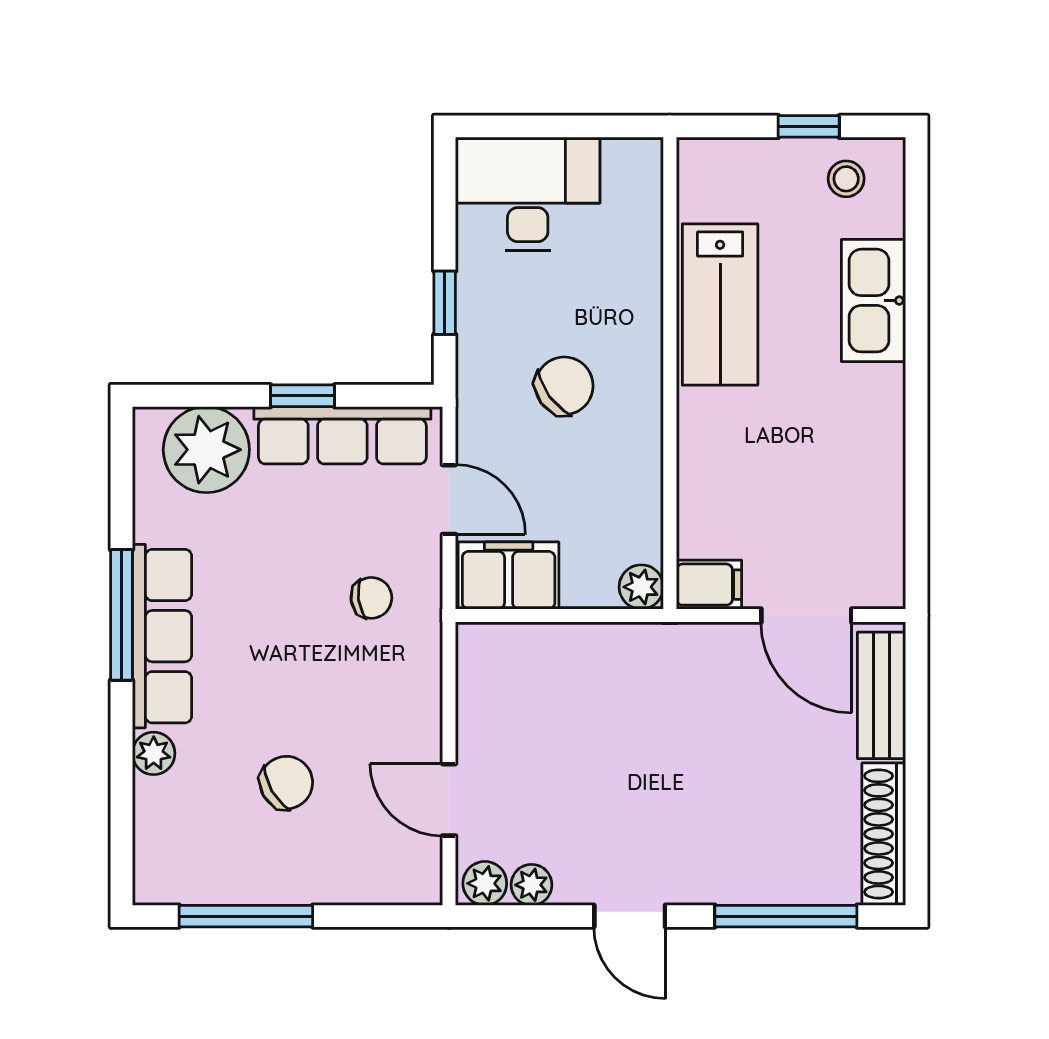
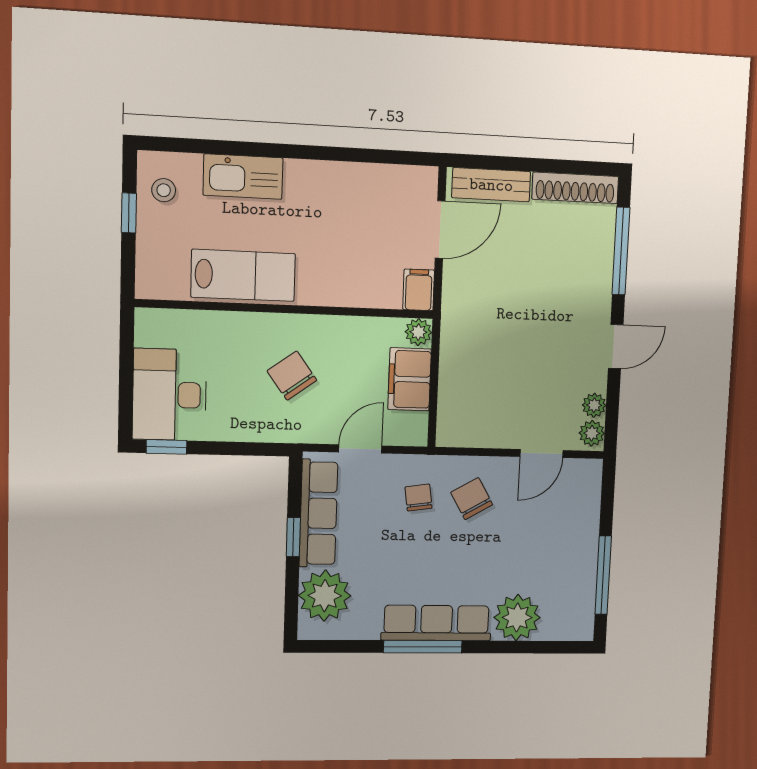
window: (445, 303) -> (166, 447), moved
filing cabinet: (509, 576) -> (410, 379), moved
plant: (154, 753) -> (517, 618), width x1.88, depth x1.88
chair: (286, 783) -> (472, 499), moved

